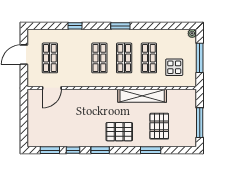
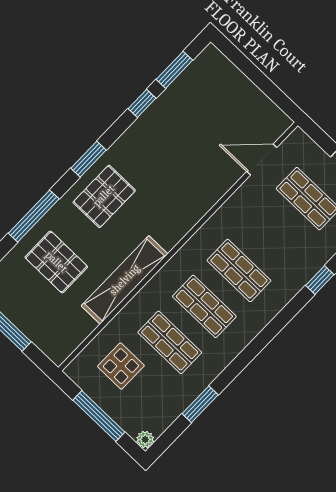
window: (120, 26) -> (200, 404), moved
door: (52, 88) -> (262, 160), hinge flipped
window: (100, 150) -> (88, 159), moved
window: (151, 150) -> (34, 216), width x1.44

